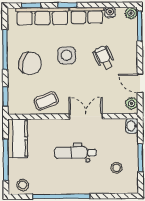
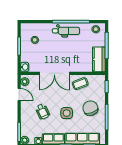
chair: (30, 63) -> (90, 108), turned 57
double door: (86, 116) -> (54, 73), width x1.37
dental chair: (75, 153) -> (66, 31), moved

